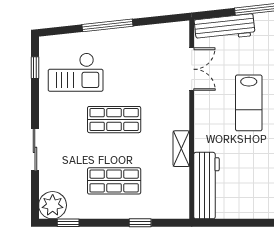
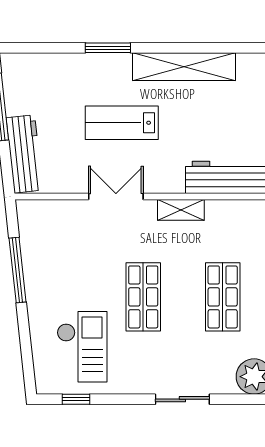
window: (107, 25) -> (18, 270), moved
double door: (192, 69) -> (116, 197), moved
lab bench: (249, 103) -> (122, 123), turned 180

